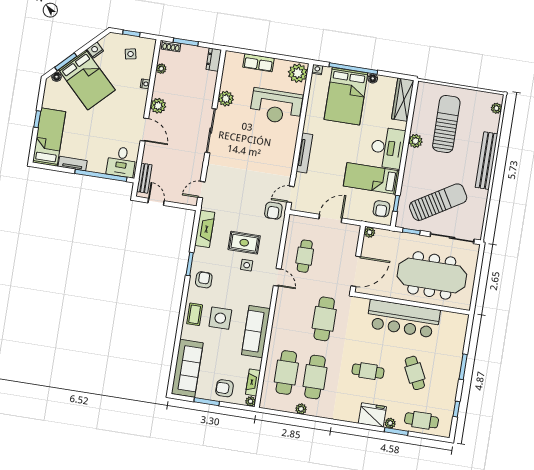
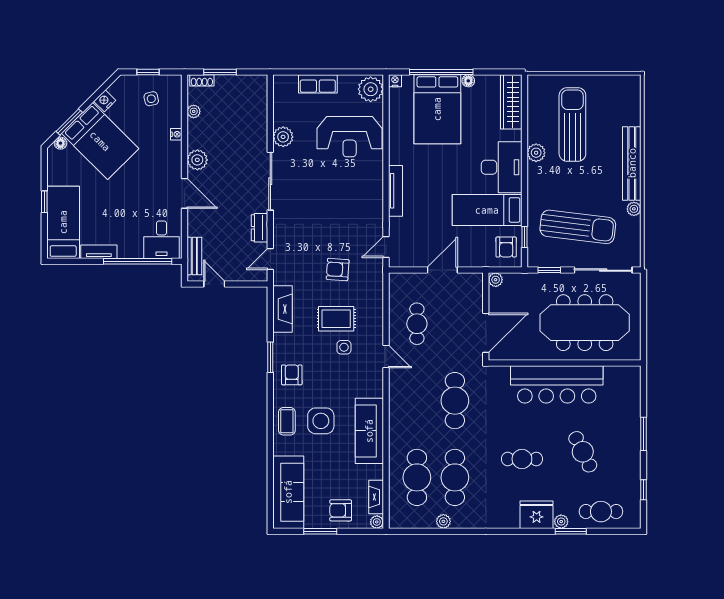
dresser: (214, 60) -> (260, 228), moved
plant: (496, 108) -> (634, 209), moved
sun lounger: (438, 202) -> (578, 227), turned 38
armchair: (273, 211) -> (338, 270), moved, turned 94

